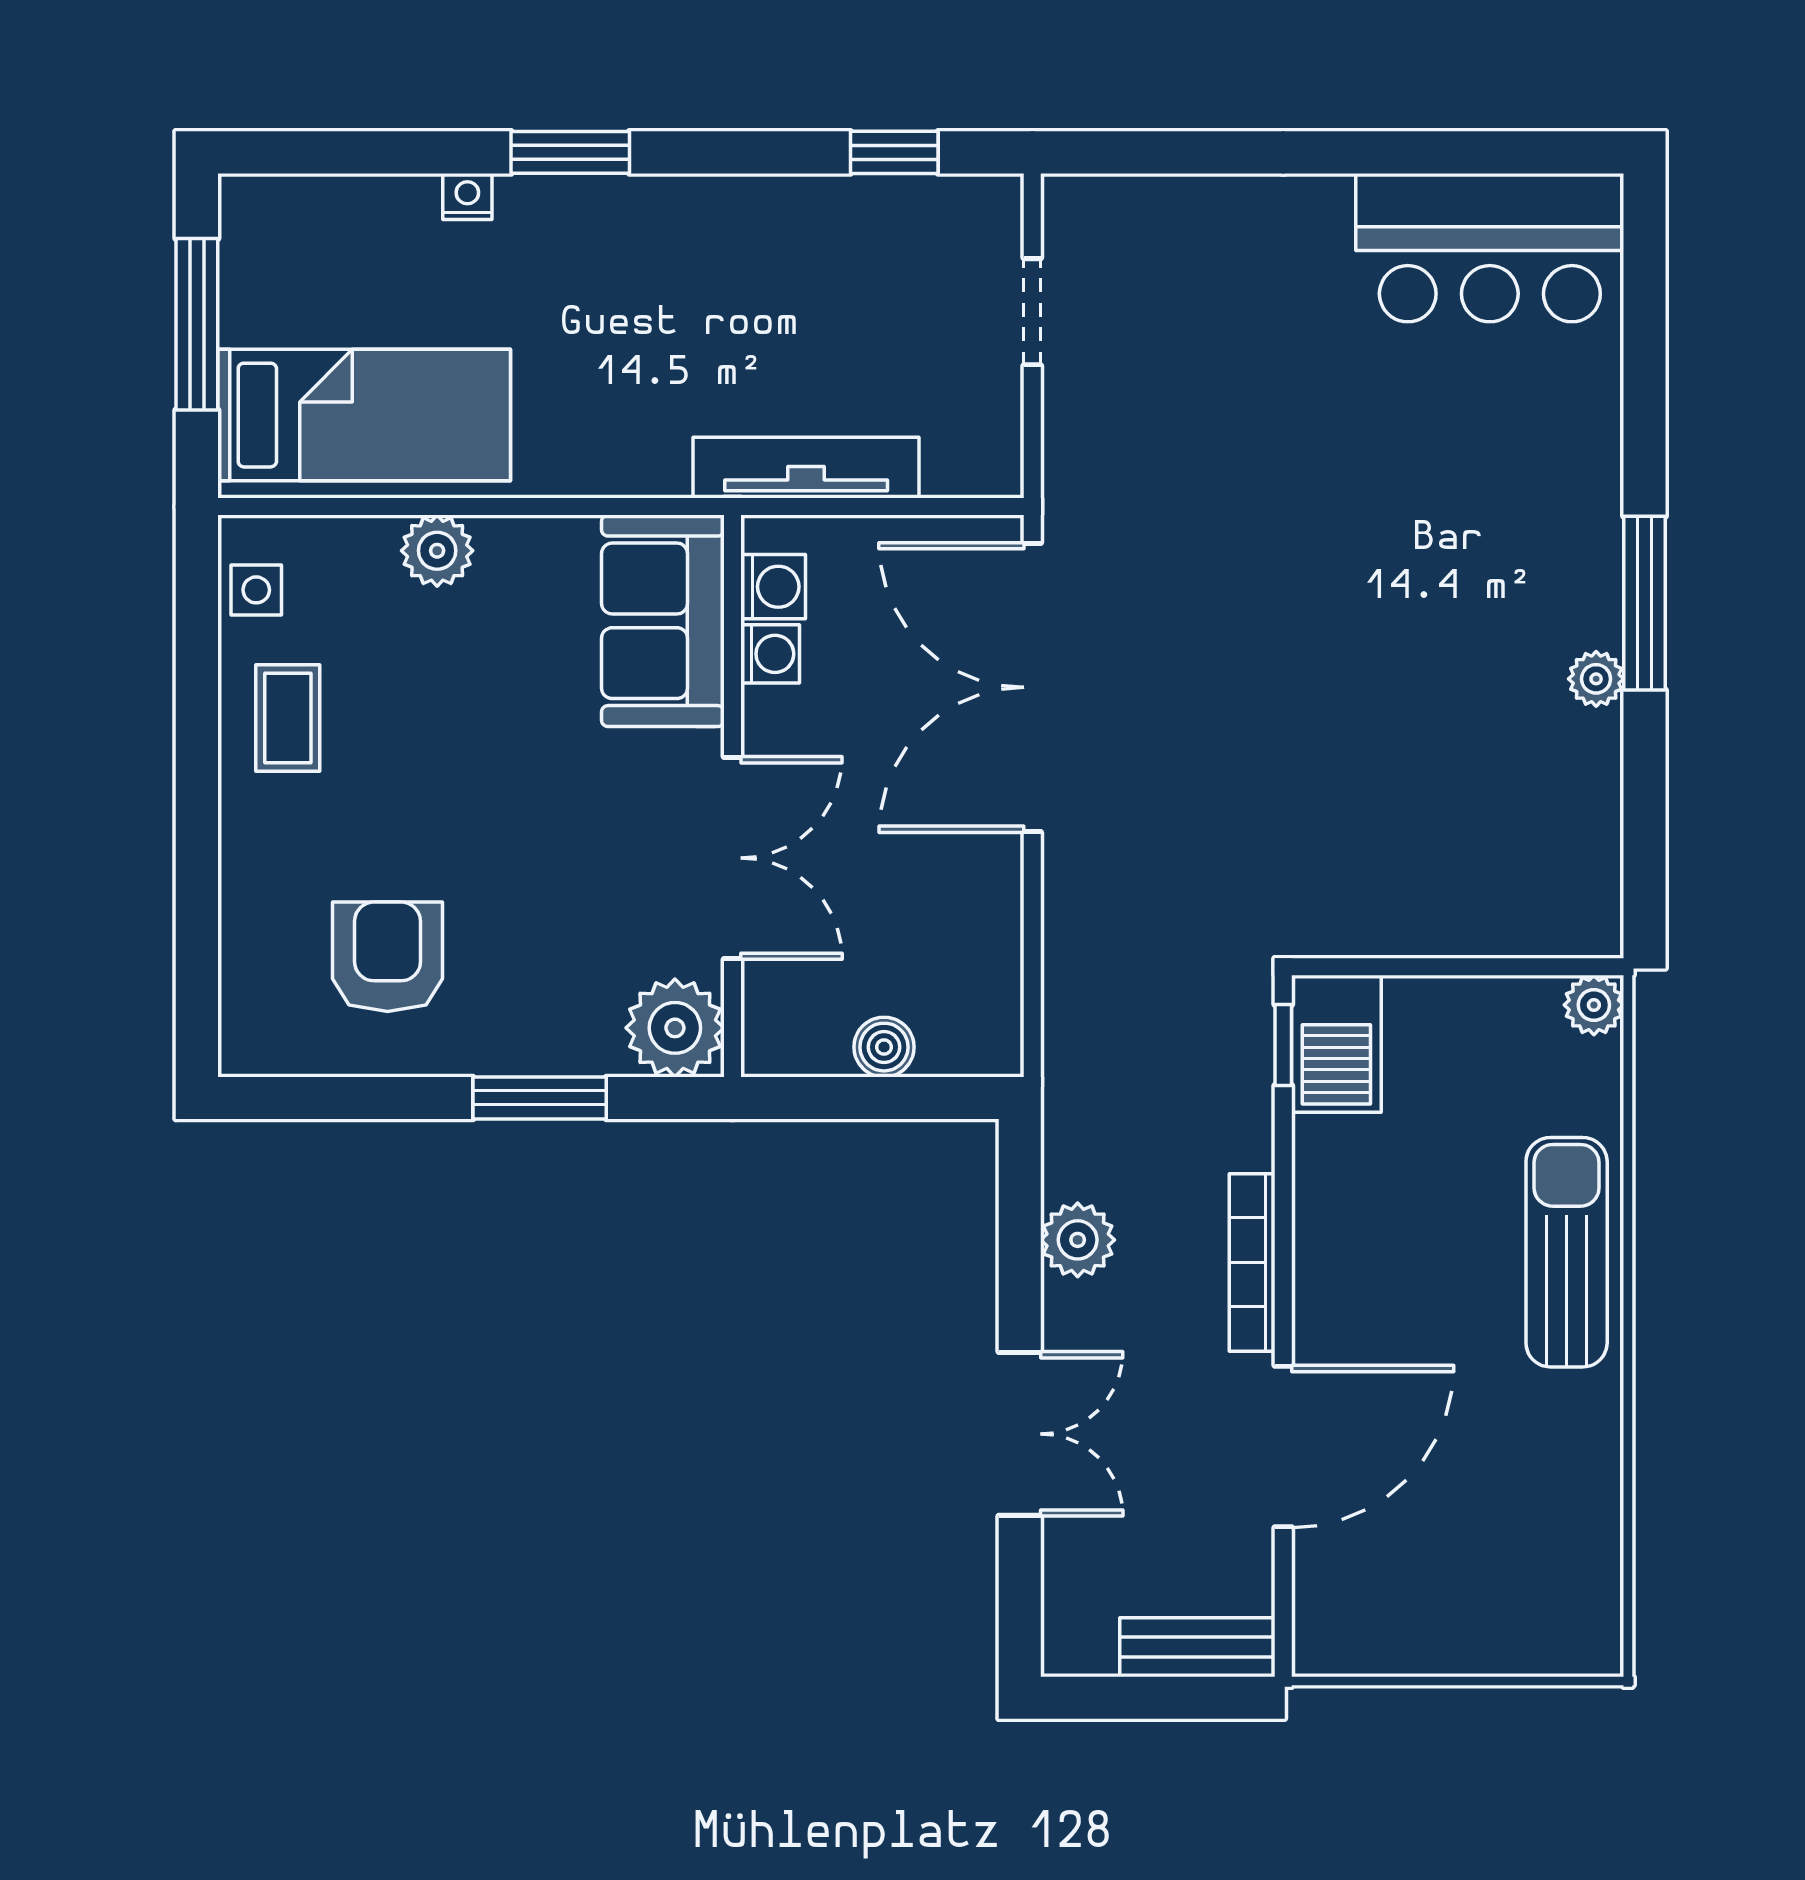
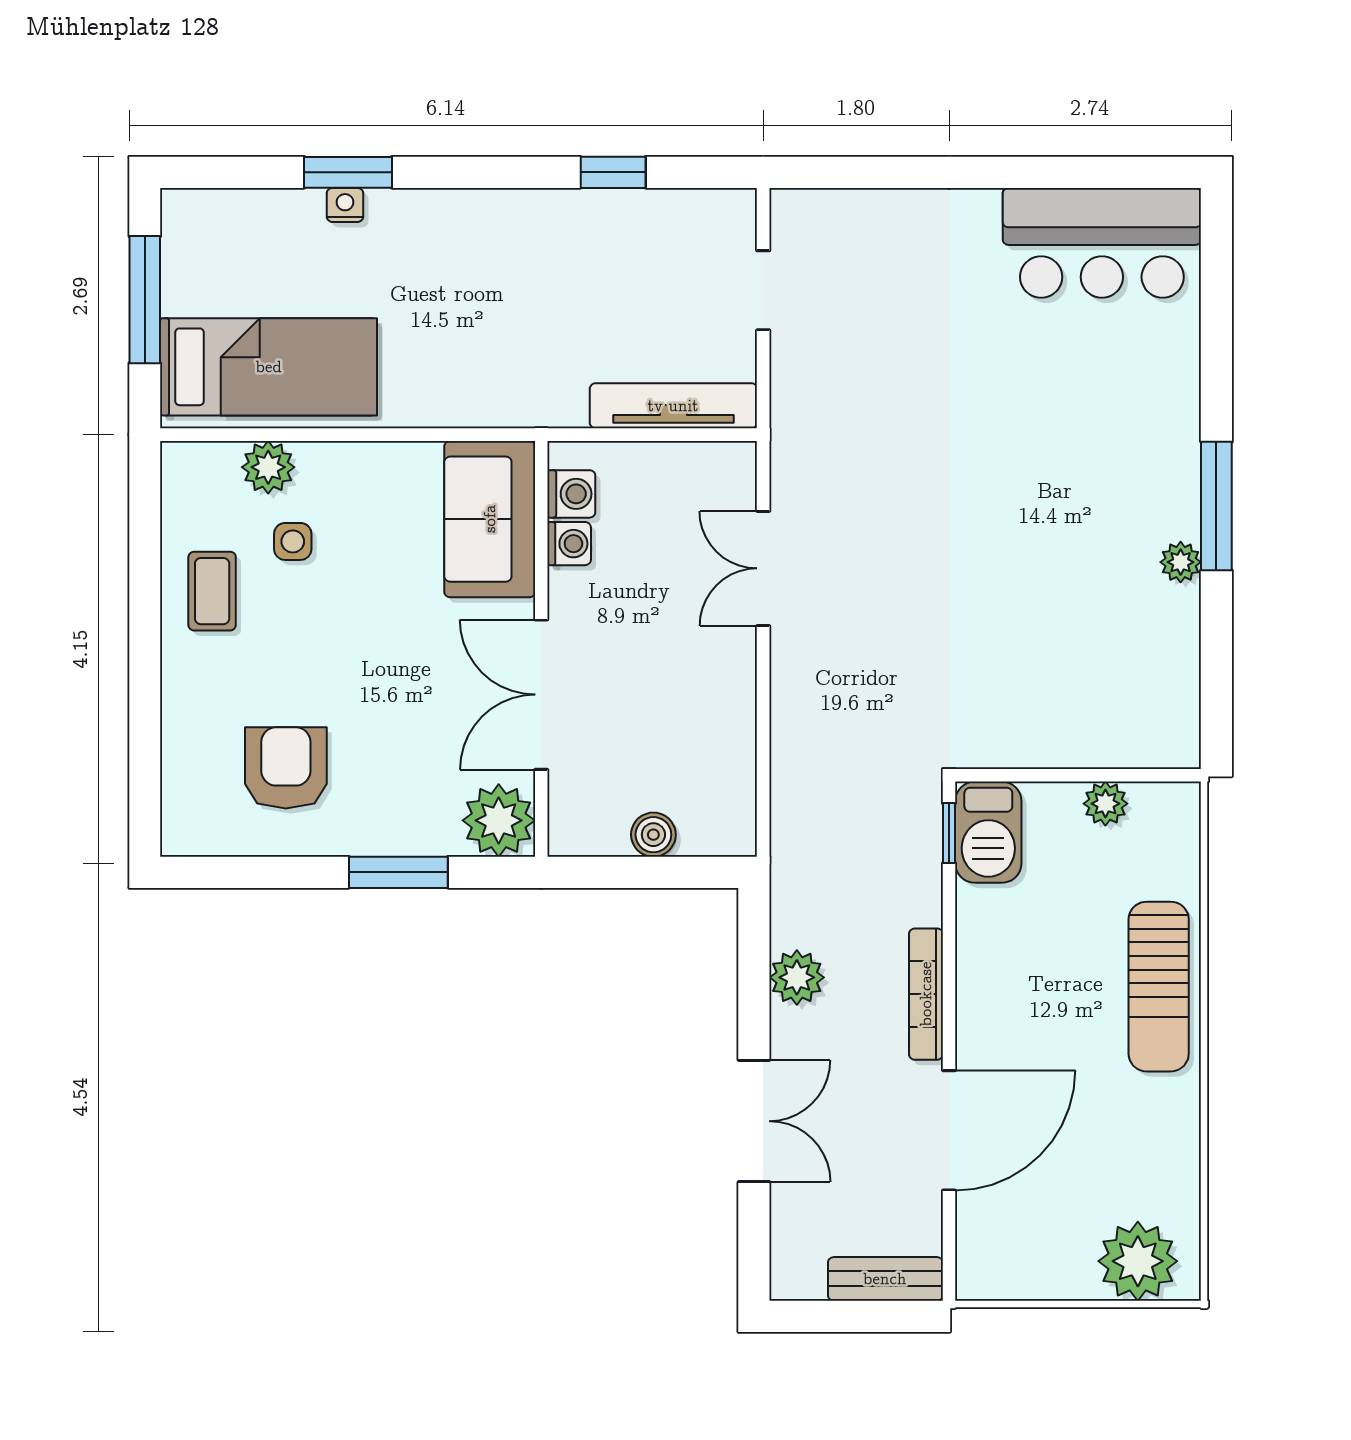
window: (570, 152) -> (348, 172), moved
window: (894, 152) -> (613, 172), moved
tv unit: (806, 468) -> (673, 406), moved
plant: (437, 551) -> (268, 467), moved
side table: (256, 590) -> (293, 541), moved
double door: (1032, 687) -> (763, 568), width x0.54
double door: (732, 858) -> (541, 695), swing flipped
plant: (1594, 1005) -> (1105, 804), moved
sun lounger: (1567, 1252) -> (1159, 987), turned 180
plant: (1538, 1623) -> (1138, 1261), added

